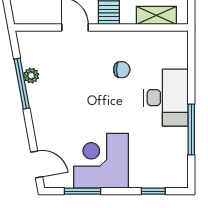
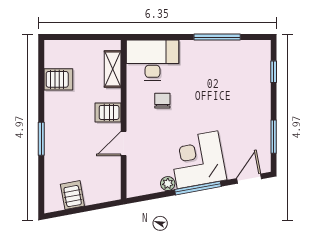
window: (22, 84) -> (198, 188), moved
desk: (166, 98) -> (152, 60), moved
corner desk: (101, 161) -> (198, 160), moved, turned 80

